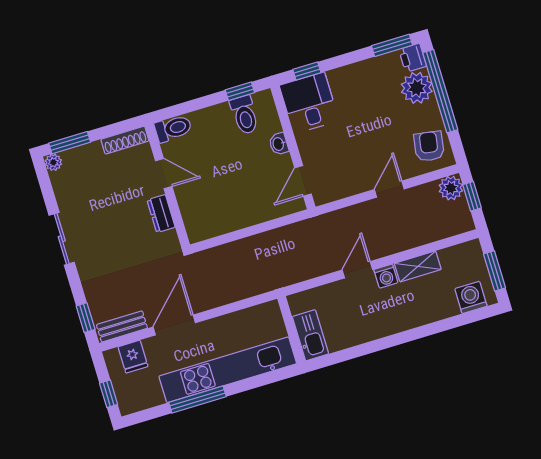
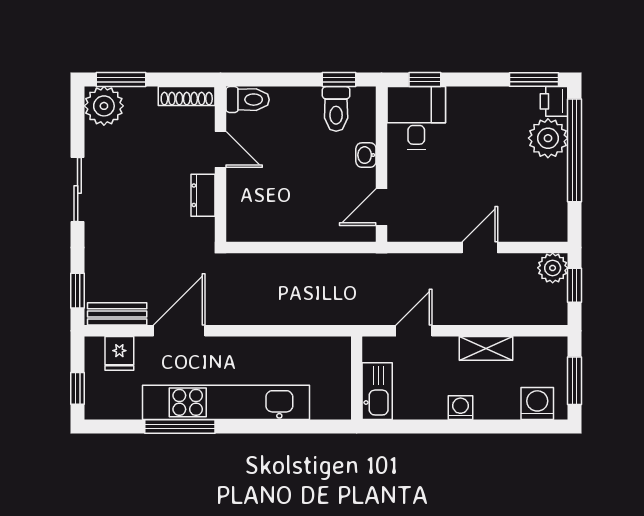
armchair: (429, 146) -> (542, 211), removed
plant: (53, 162) -> (104, 106), width x1.88, depth x1.88
washing machine: (386, 276) -> (460, 408), moved, turned 180
wall: (291, 330) -> (357, 378), moved
kitchen sink: (310, 335) -> (377, 391), moved

